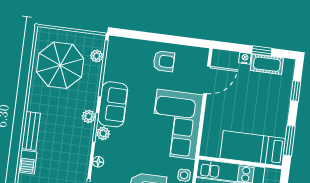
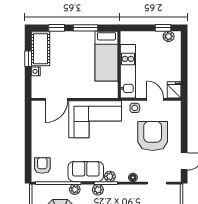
plant: (97, 56) -> (75, 189), moved
armchair: (164, 61) -> (42, 165), moved
cot: (267, 64) -> (41, 49), width x1.37, depth x1.34
door: (207, 80) -> (57, 99), swing flipped
window: (289, 141) -> (86, 28), moved

